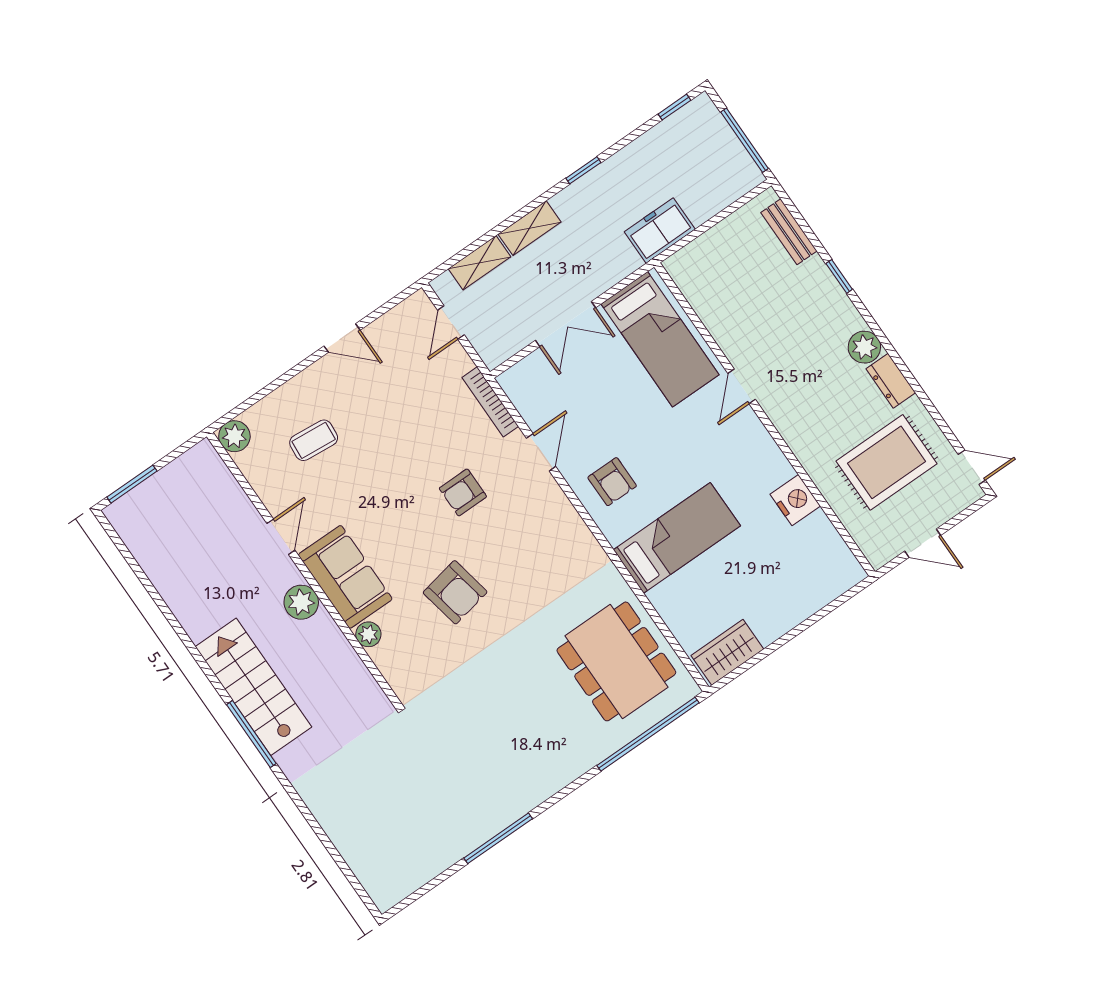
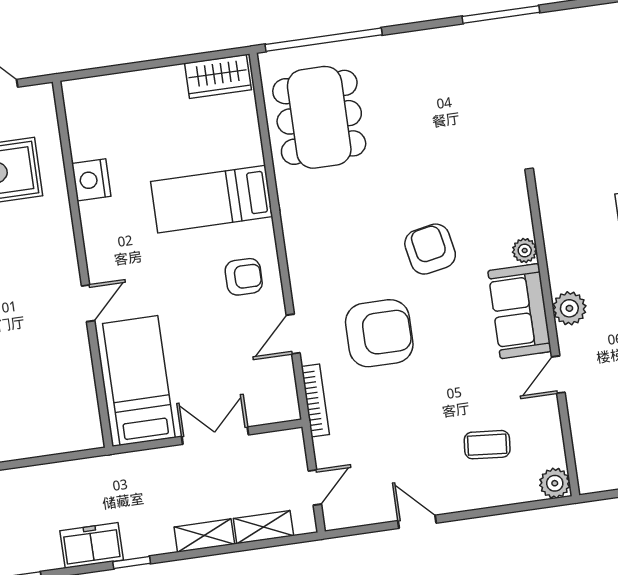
freezer: (660, 231) -> (92, 545), moved, turned 180
armchair: (612, 482) -> (244, 277), turned 90
armchair: (463, 492) -> (379, 333), width x1.88, depth x1.88

